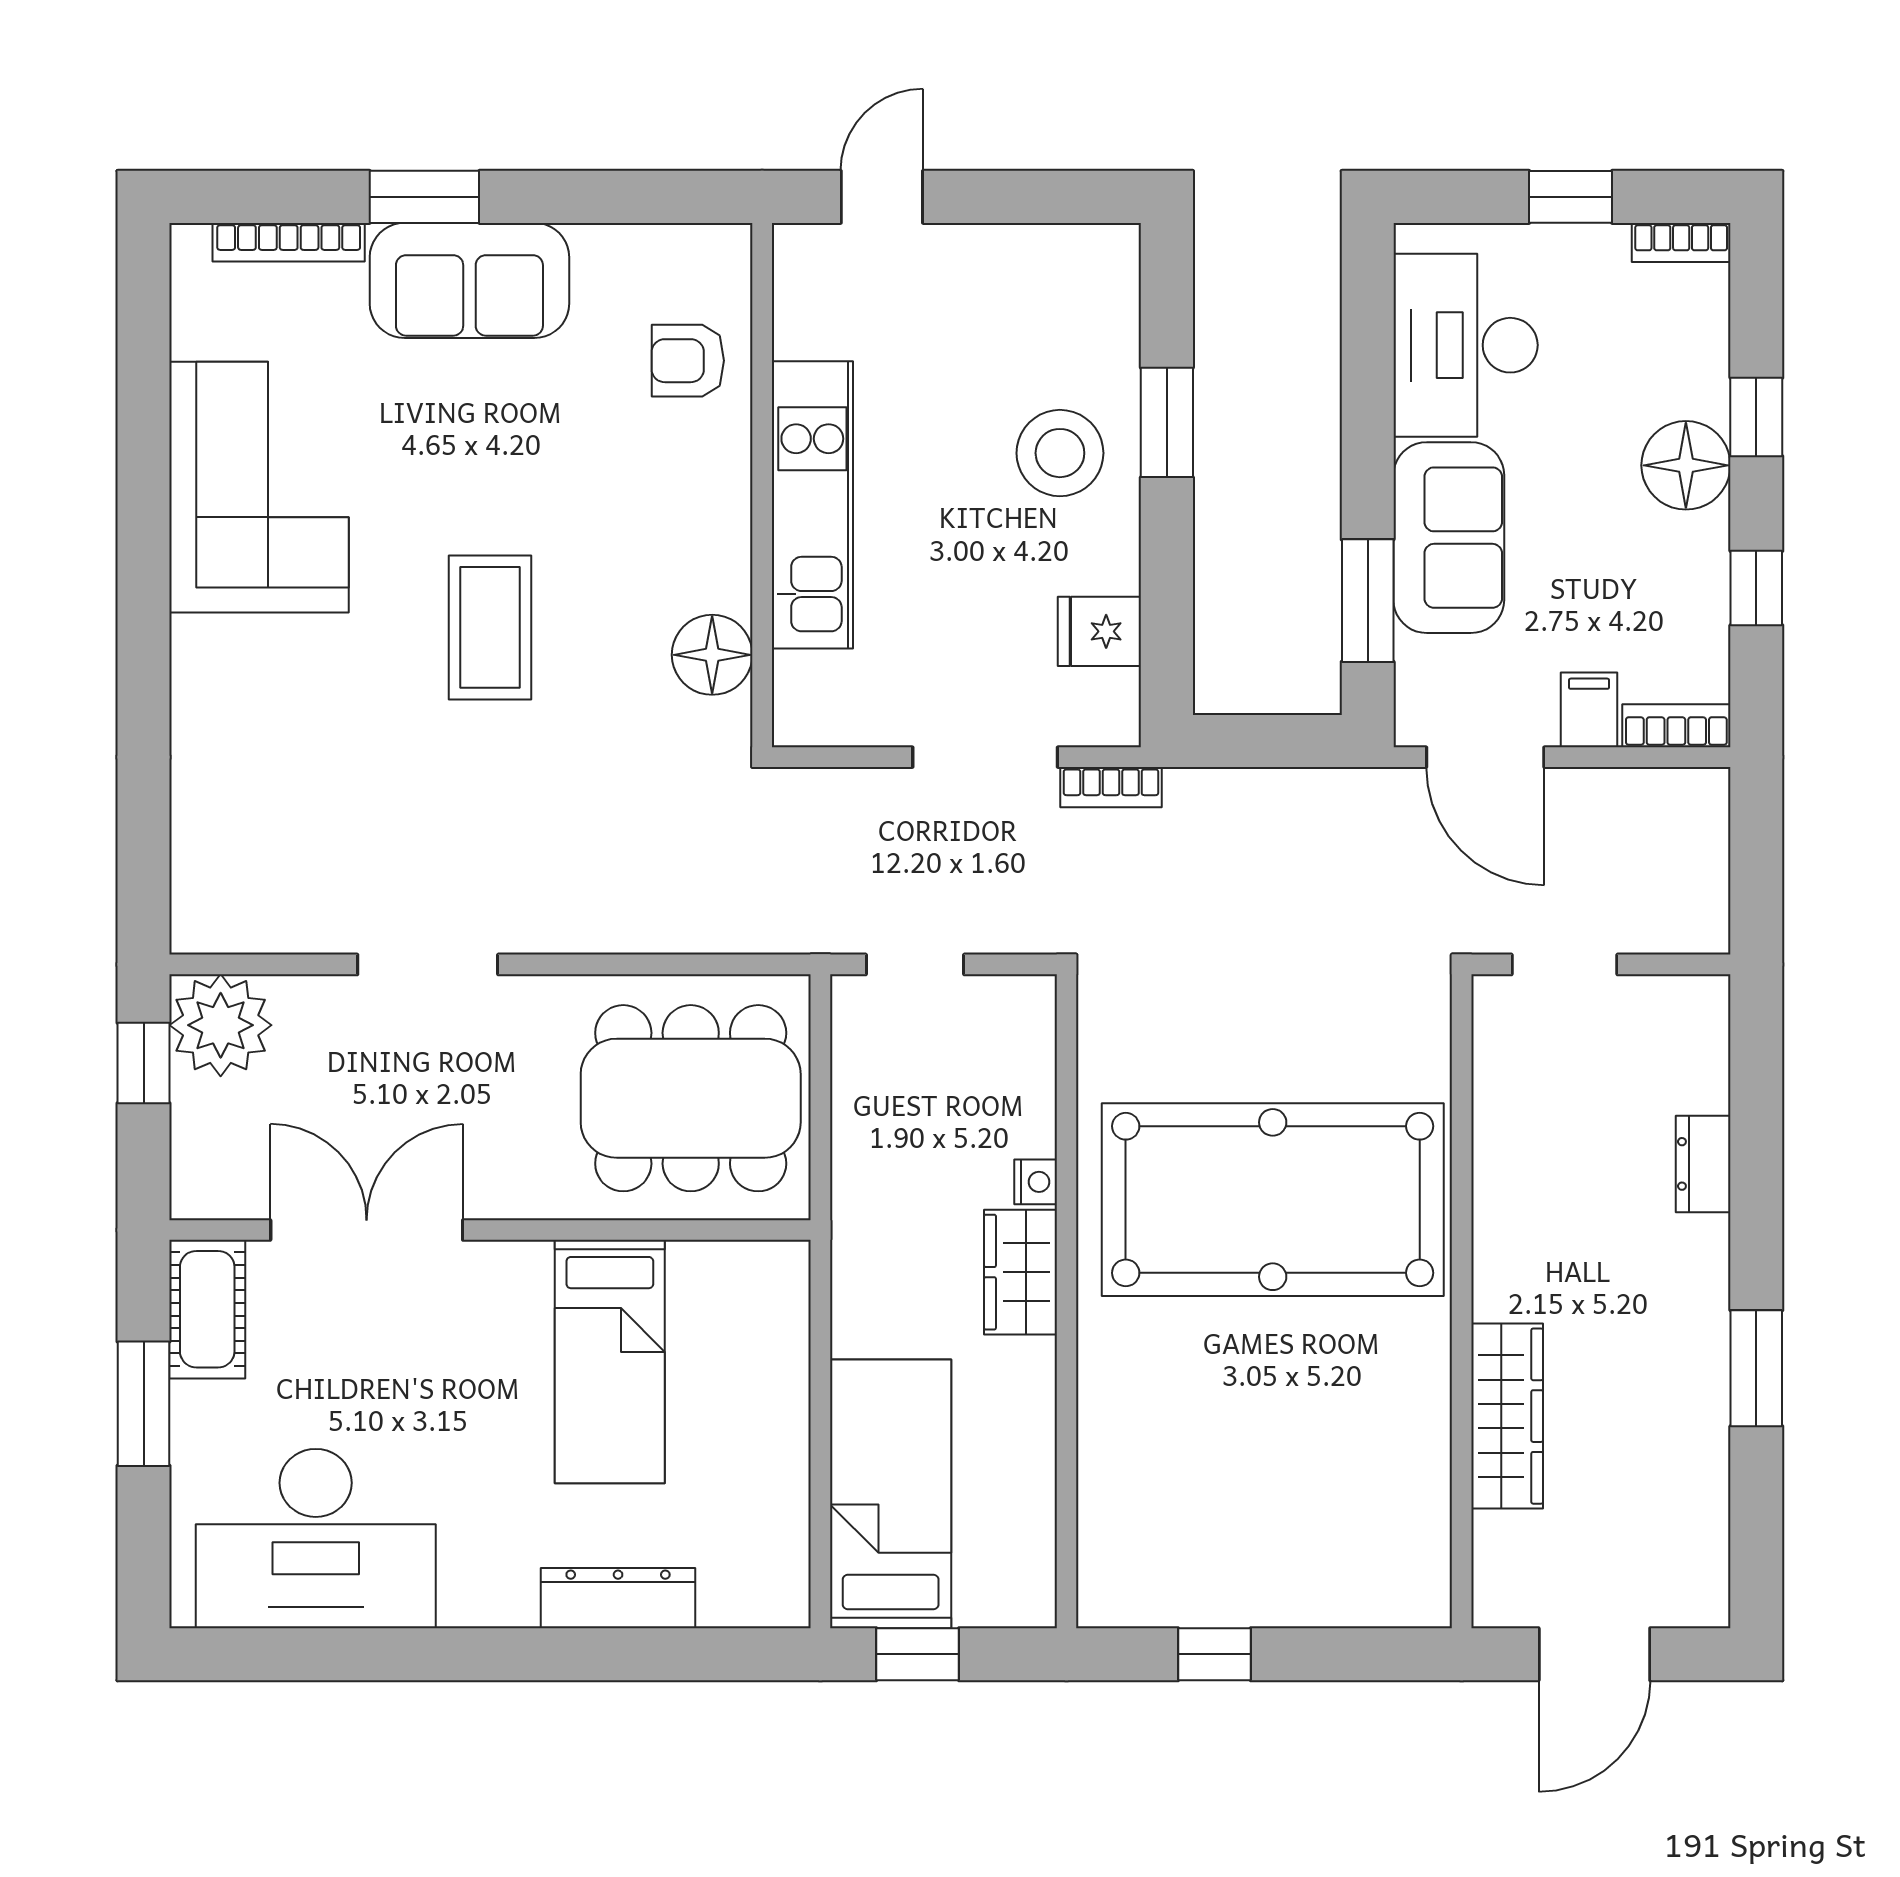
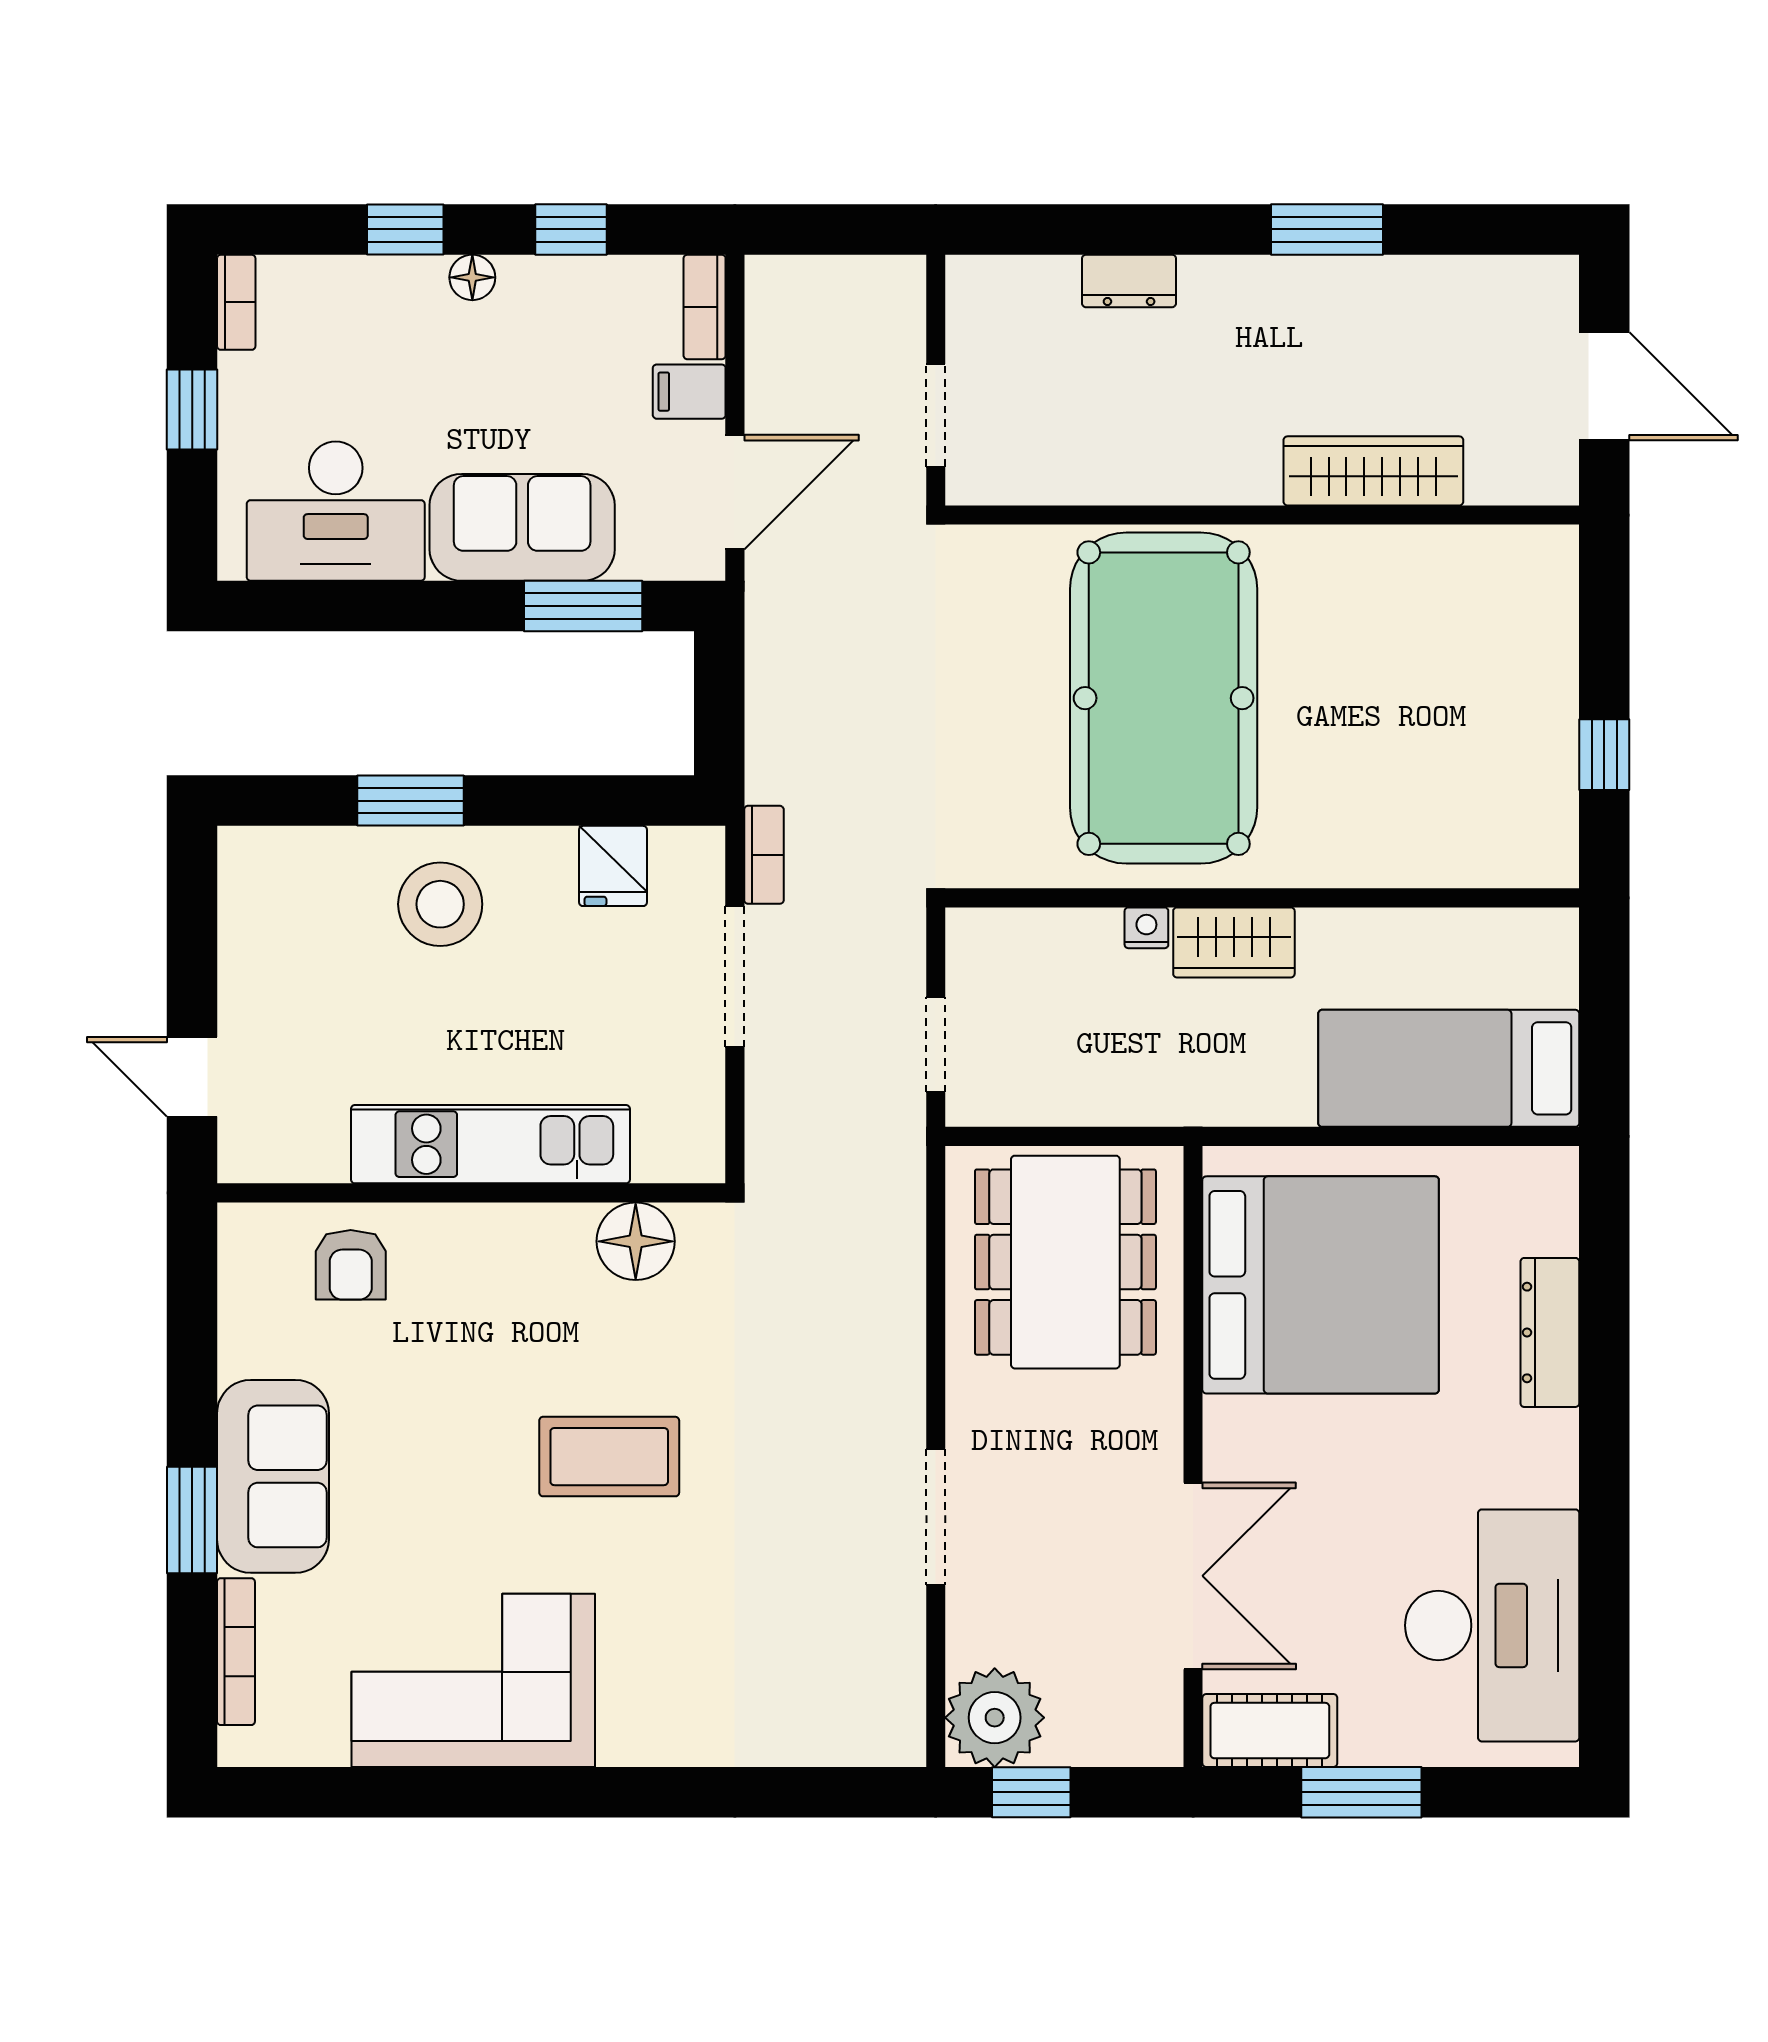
floor lamp: (1686, 465) -> (472, 277), width x0.53, depth x0.53
double door: (367, 1230) -> (1193, 1576), swing flipped
bed: (610, 1362) -> (1321, 1285), width x2.04
window: (918, 1654) -> (1604, 1042), removed

